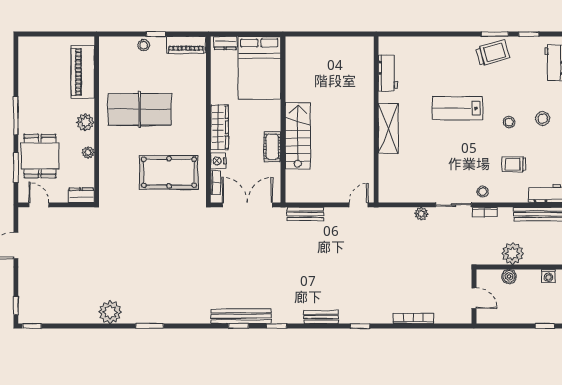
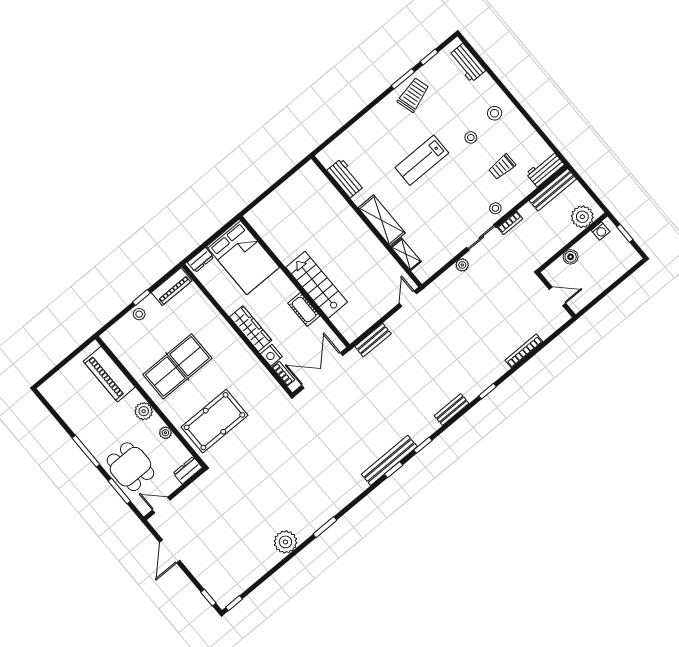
shelving: (385, 170) -> (406, 254), added
pool table: (169, 172) -> (214, 421), moved
plant: (513, 253) -> (582, 217), moved
window: (545, 326) -> (630, 272), removed

